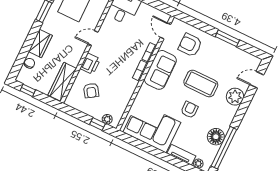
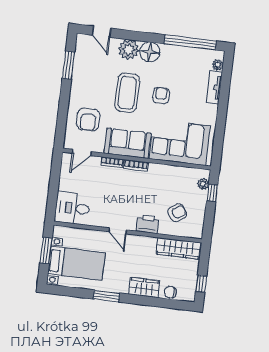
window: (227, 38) -> (68, 65), moved
armchair: (189, 110) -> (161, 95), turned 90
corner sofa: (152, 127) -> (180, 142), moved, turned 90
floor lamp: (216, 137) -> (150, 52), moved

